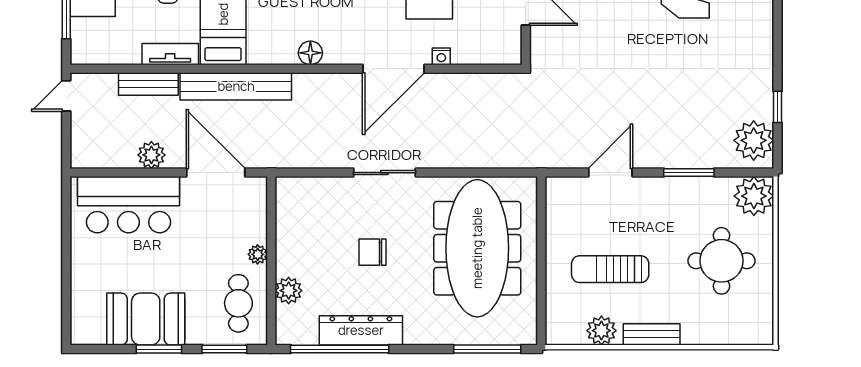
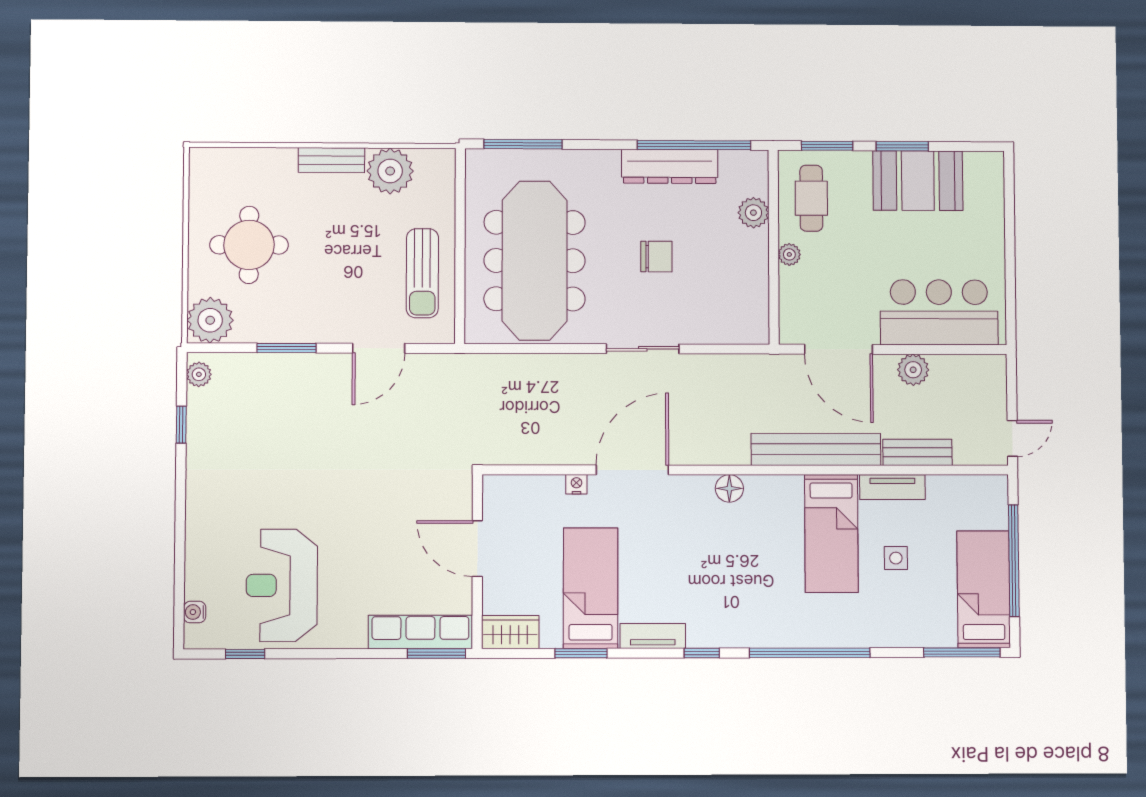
plant: (754, 140) -> (199, 374), width x0.53, depth x0.53
sun lounger: (610, 269) -> (422, 273), moved, turned 90
plant: (601, 331) -> (390, 171), width x1.36, depth x1.36

